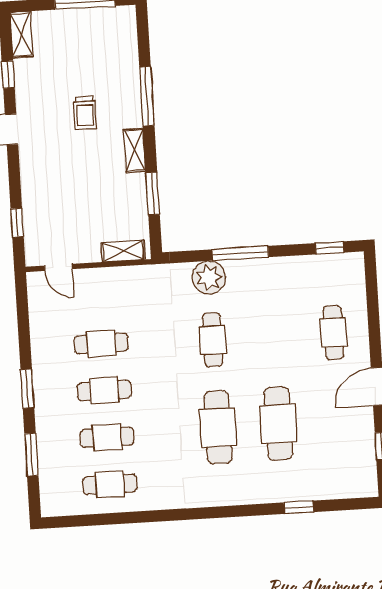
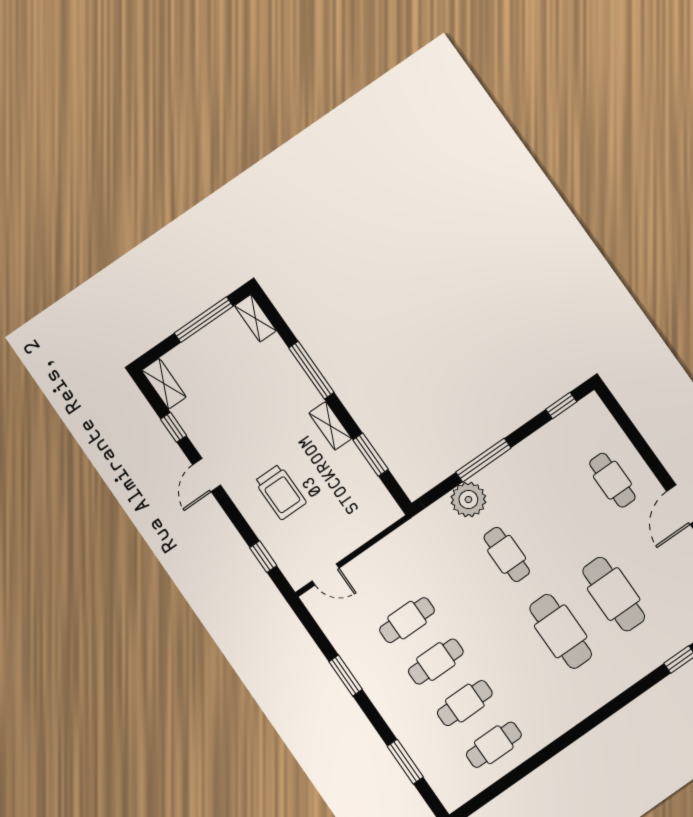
trolley: (85, 113) -> (280, 492), moved, width x1.36, depth x1.39
shelving: (123, 251) -> (255, 318), moved, turned 90
window: (27, 389) -> (346, 676), moved

